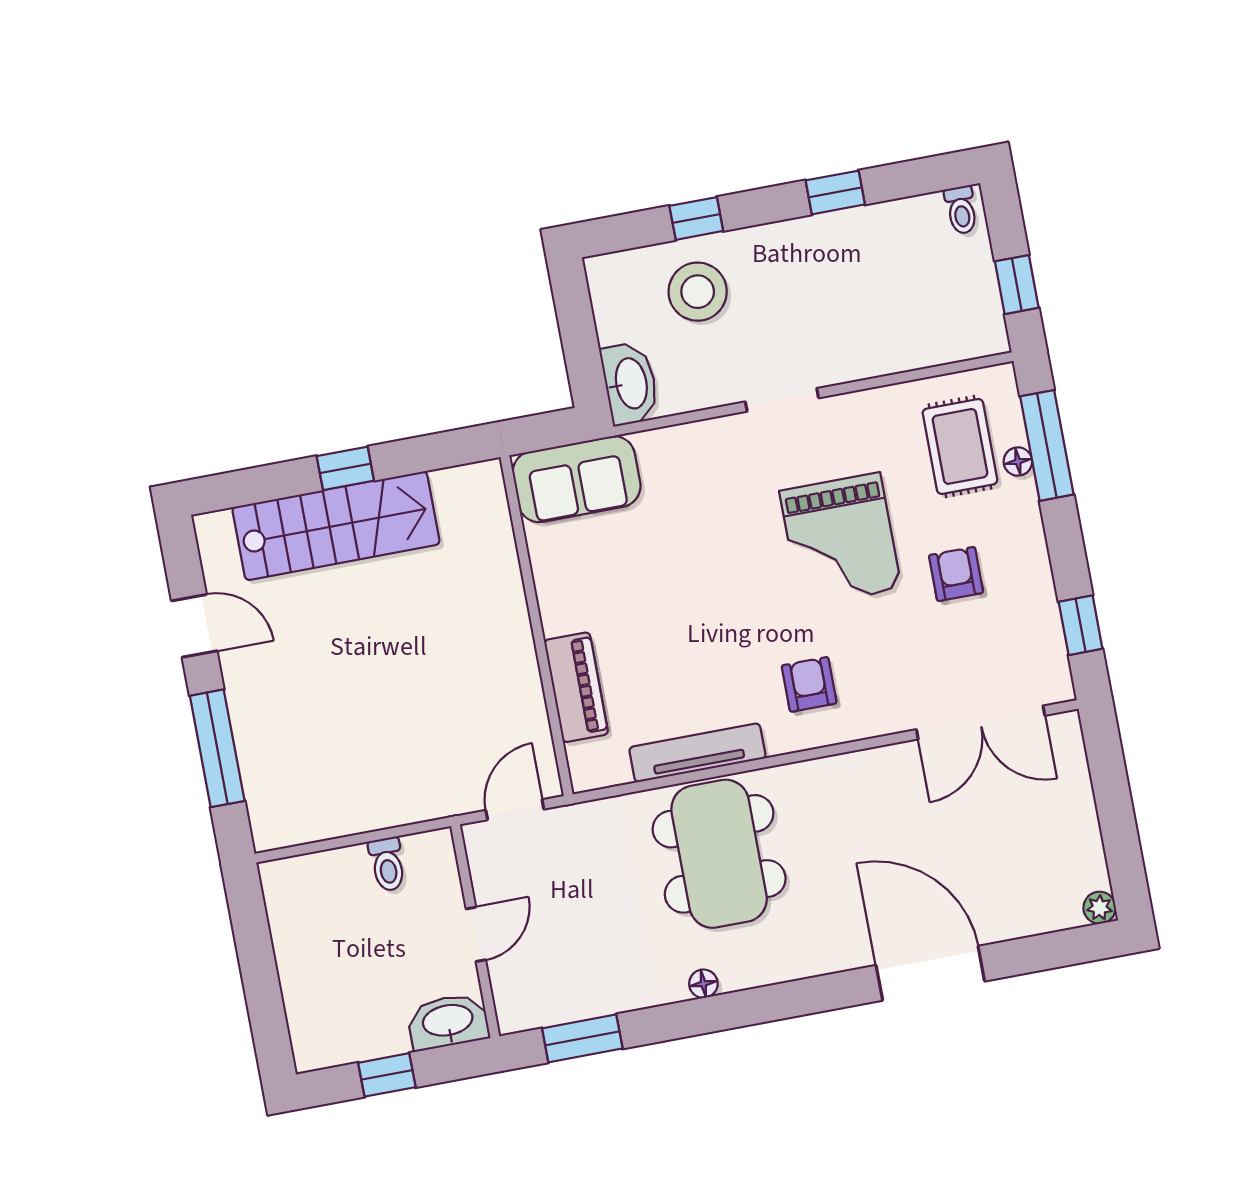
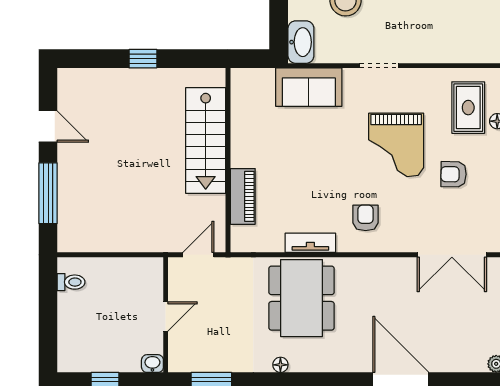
sofa: (577, 479) -> (309, 87), moved
stairs: (336, 526) -> (206, 141), moved, turned 90
armchair: (956, 574) -> (454, 174), turned -89
tv unit: (697, 753) -> (310, 243), width x0.71
toilet: (387, 864) -> (71, 282), moved, turned -90
washbasin: (448, 1022) -> (152, 364), width x0.52, depth x0.69

